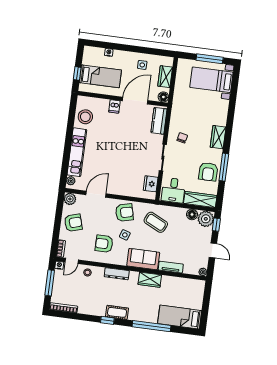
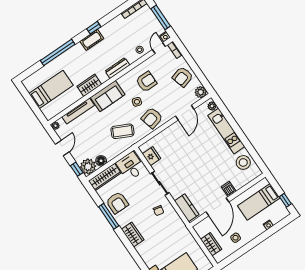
window: (77, 73) -> (285, 200), moved
floor lamp: (163, 97) -> (199, 228), removed
armchair: (208, 172) -> (117, 203), turned 180
door: (213, 250) -> (62, 148), swing flipped
tv unit: (171, 267) -> (78, 111), width x1.41
bed: (180, 317) -> (51, 89), moved

